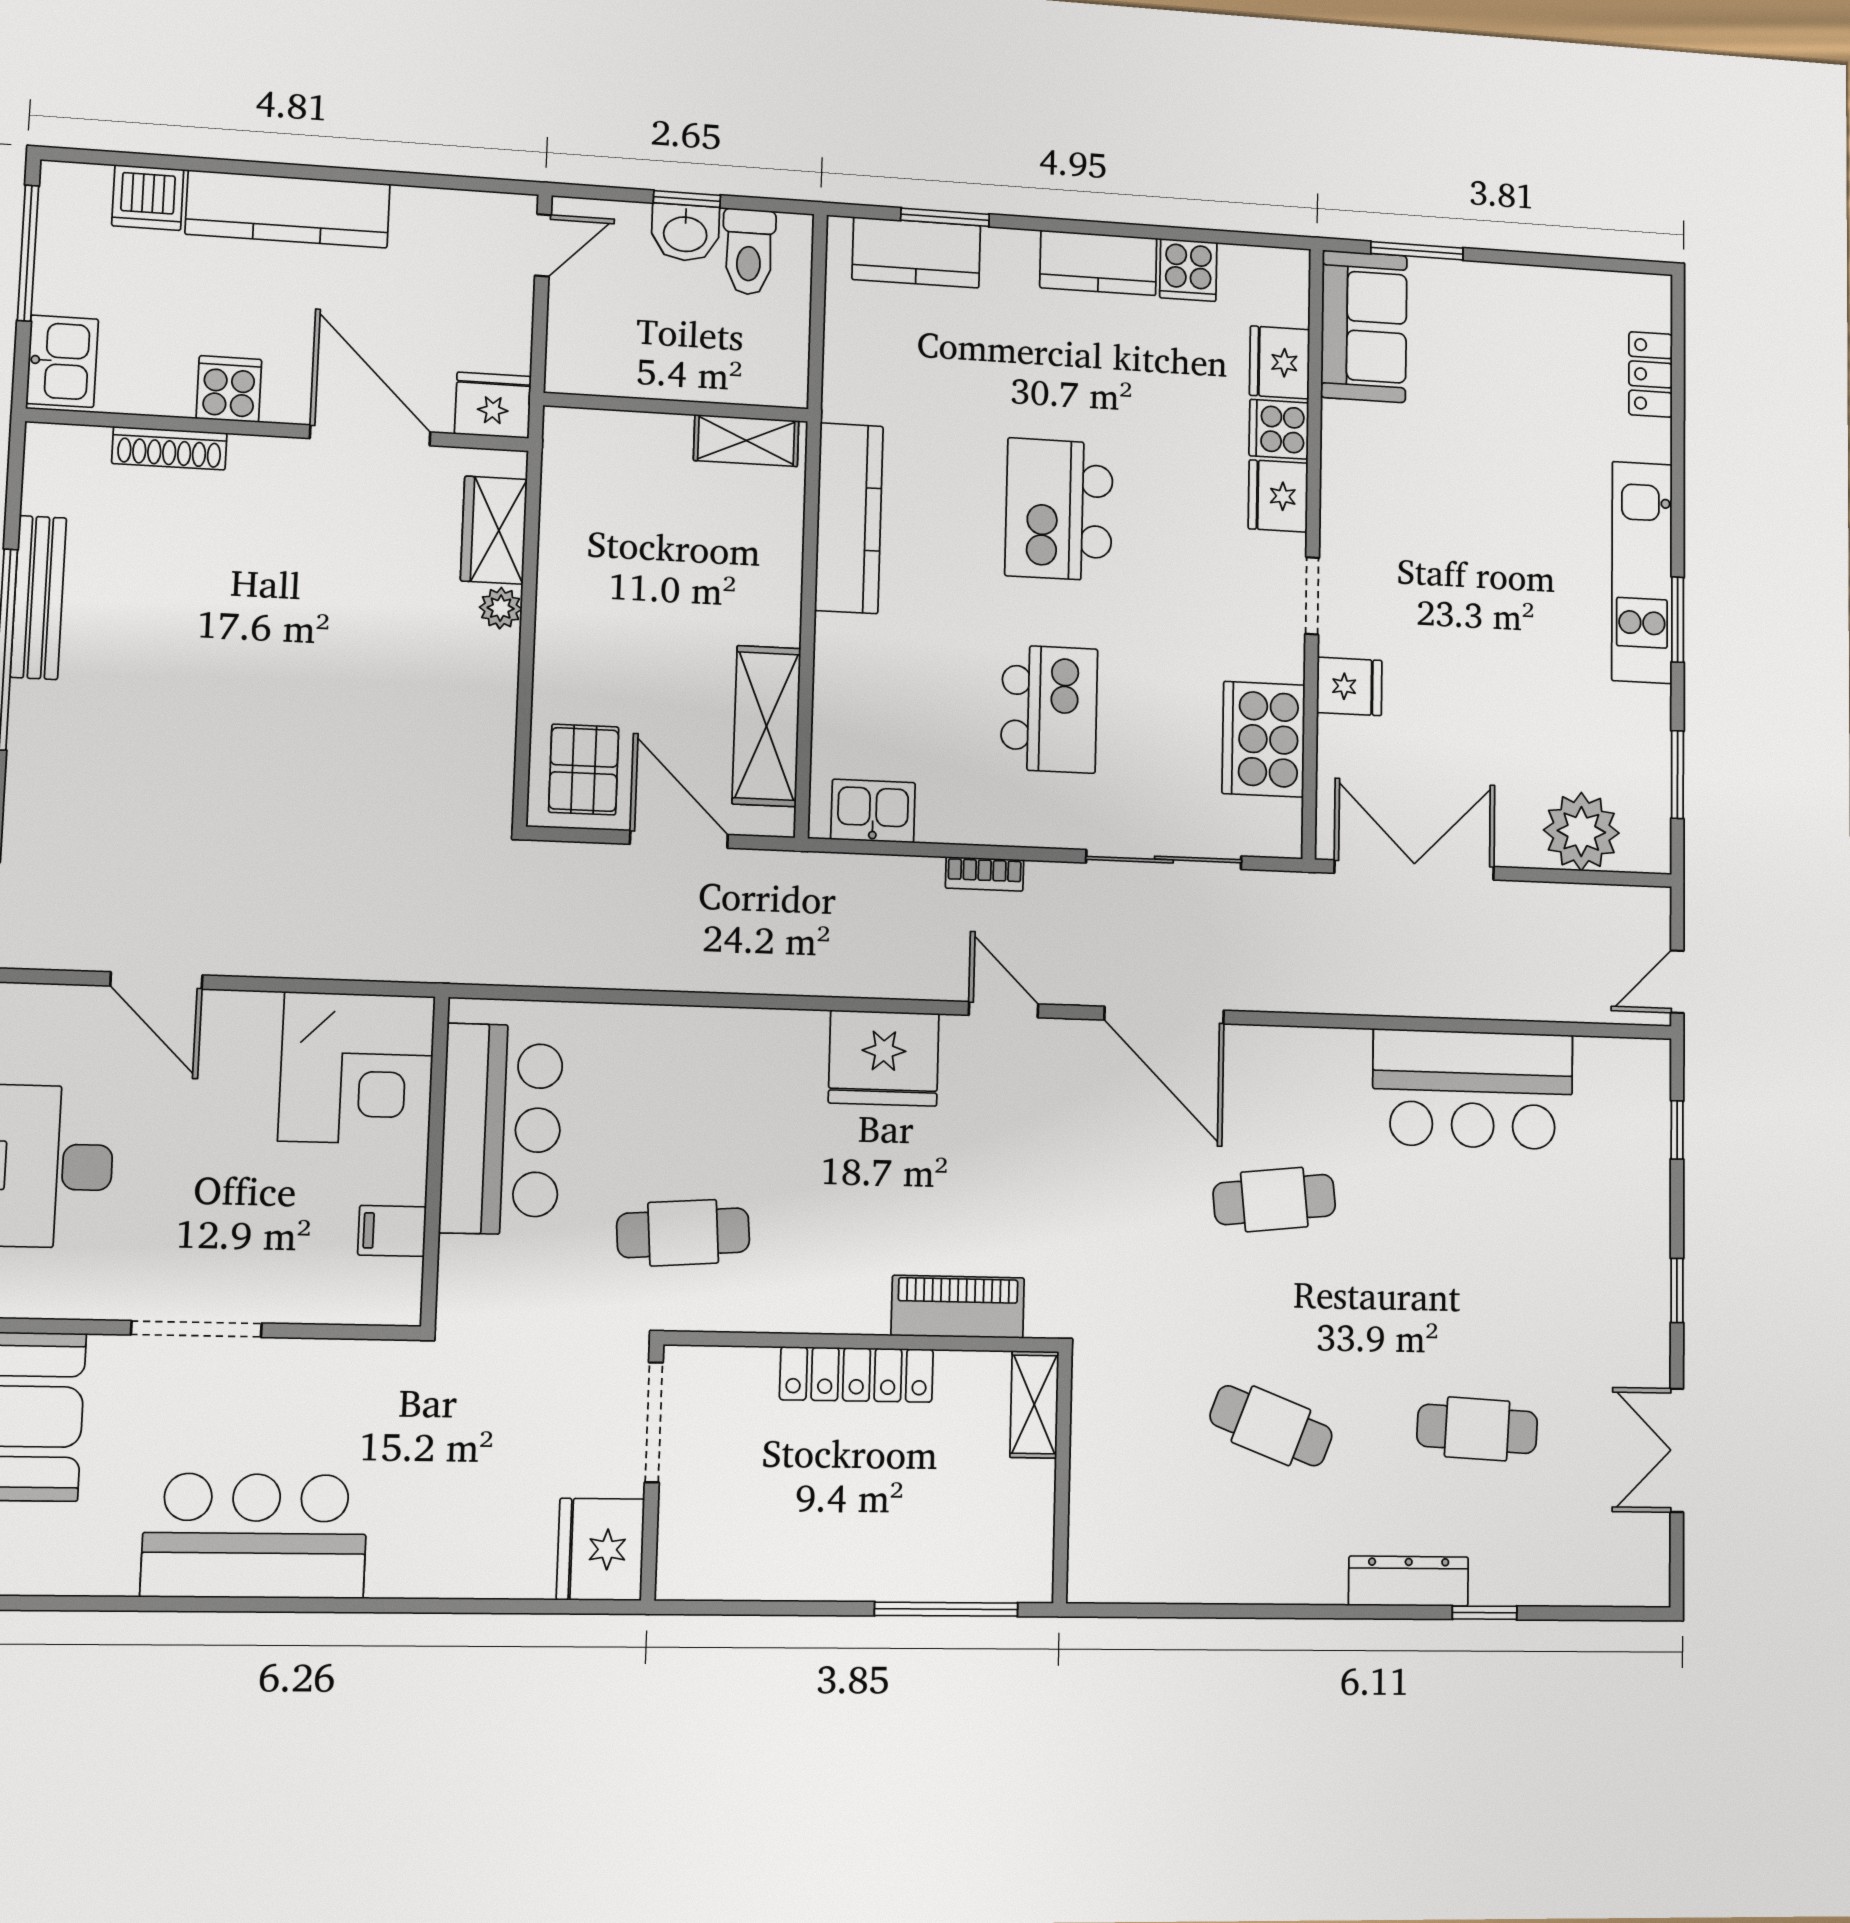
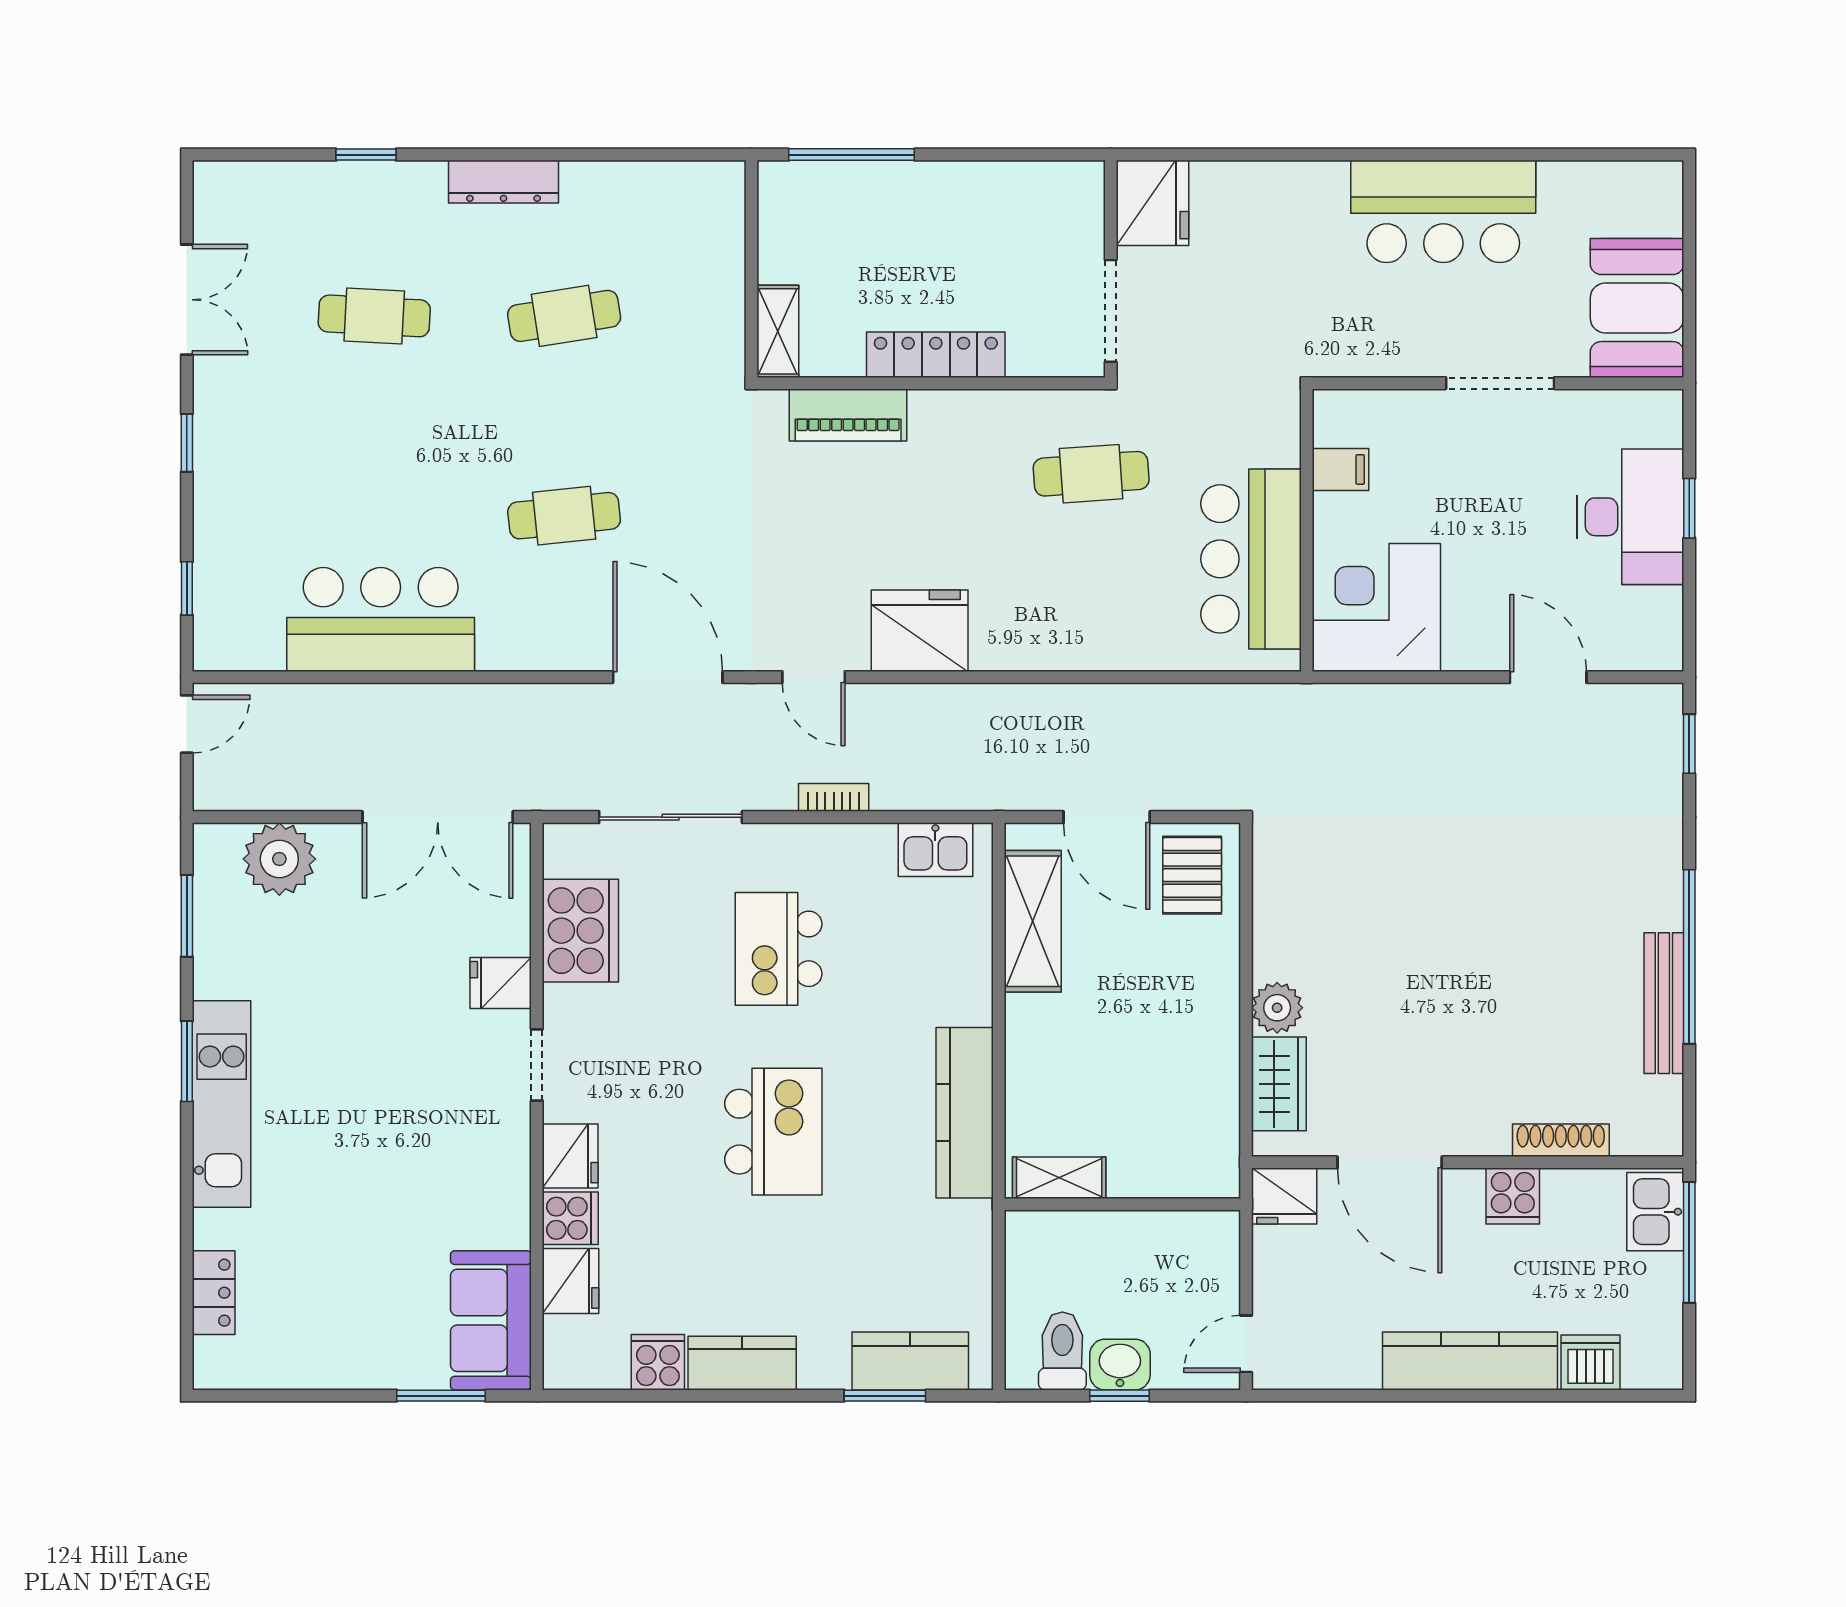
window: (28, 253) -> (1689, 1242), moved
plant: (501, 608) -> (1277, 1008), width x1.38, depth x1.38
cafe table: (1271, 1426) -> (564, 316), turned -30
dresser: (1409, 1581) -> (504, 182), moved

